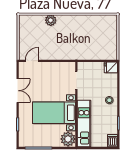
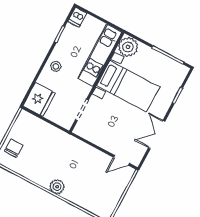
plant: (51, 20) -> (57, 187), moved
chair: (108, 30) -> (14, 148), added
fridge: (111, 67) -> (39, 99), width x1.88, depth x1.34

